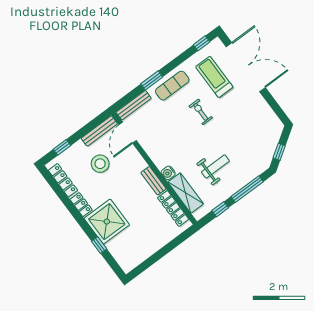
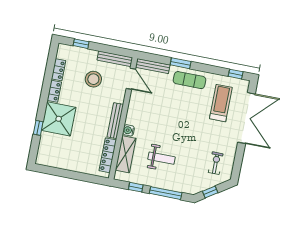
exercise bike: (201, 112) -> (216, 163), moved
door: (128, 133) -> (131, 79), swing flipped
locker: (63, 180) -> (59, 70), width x0.66
bench: (153, 181) -> (115, 121), width x1.36

